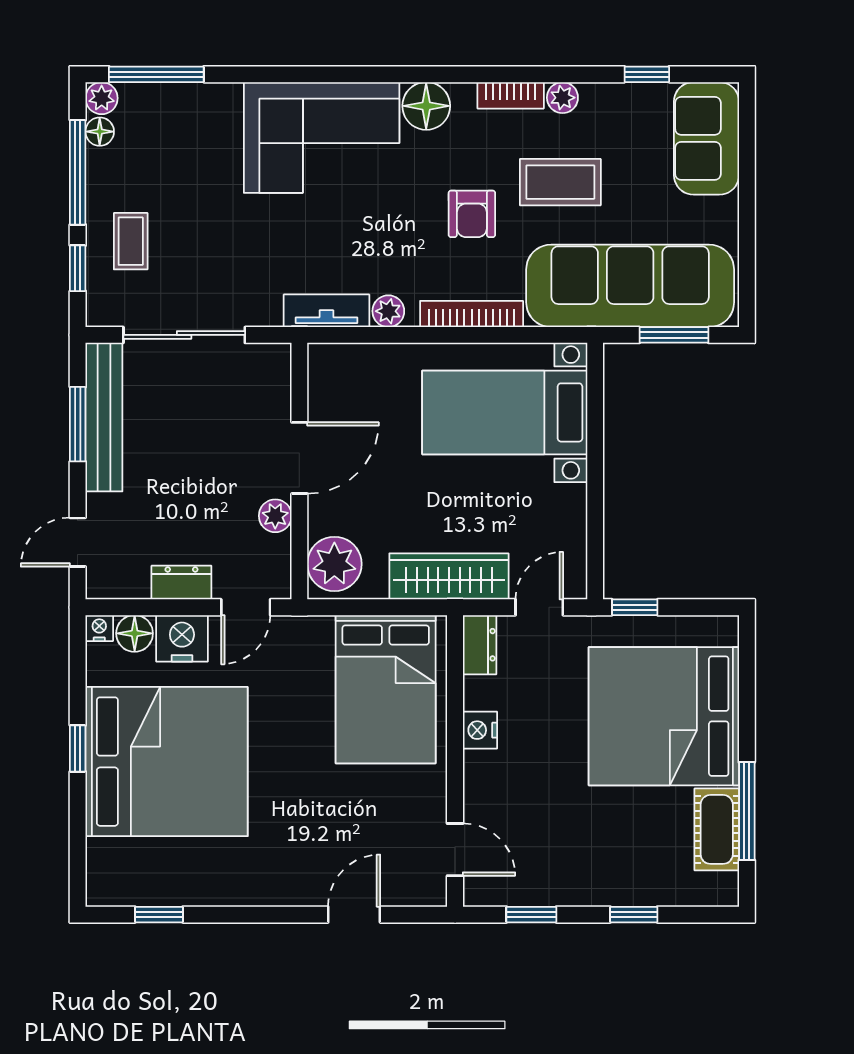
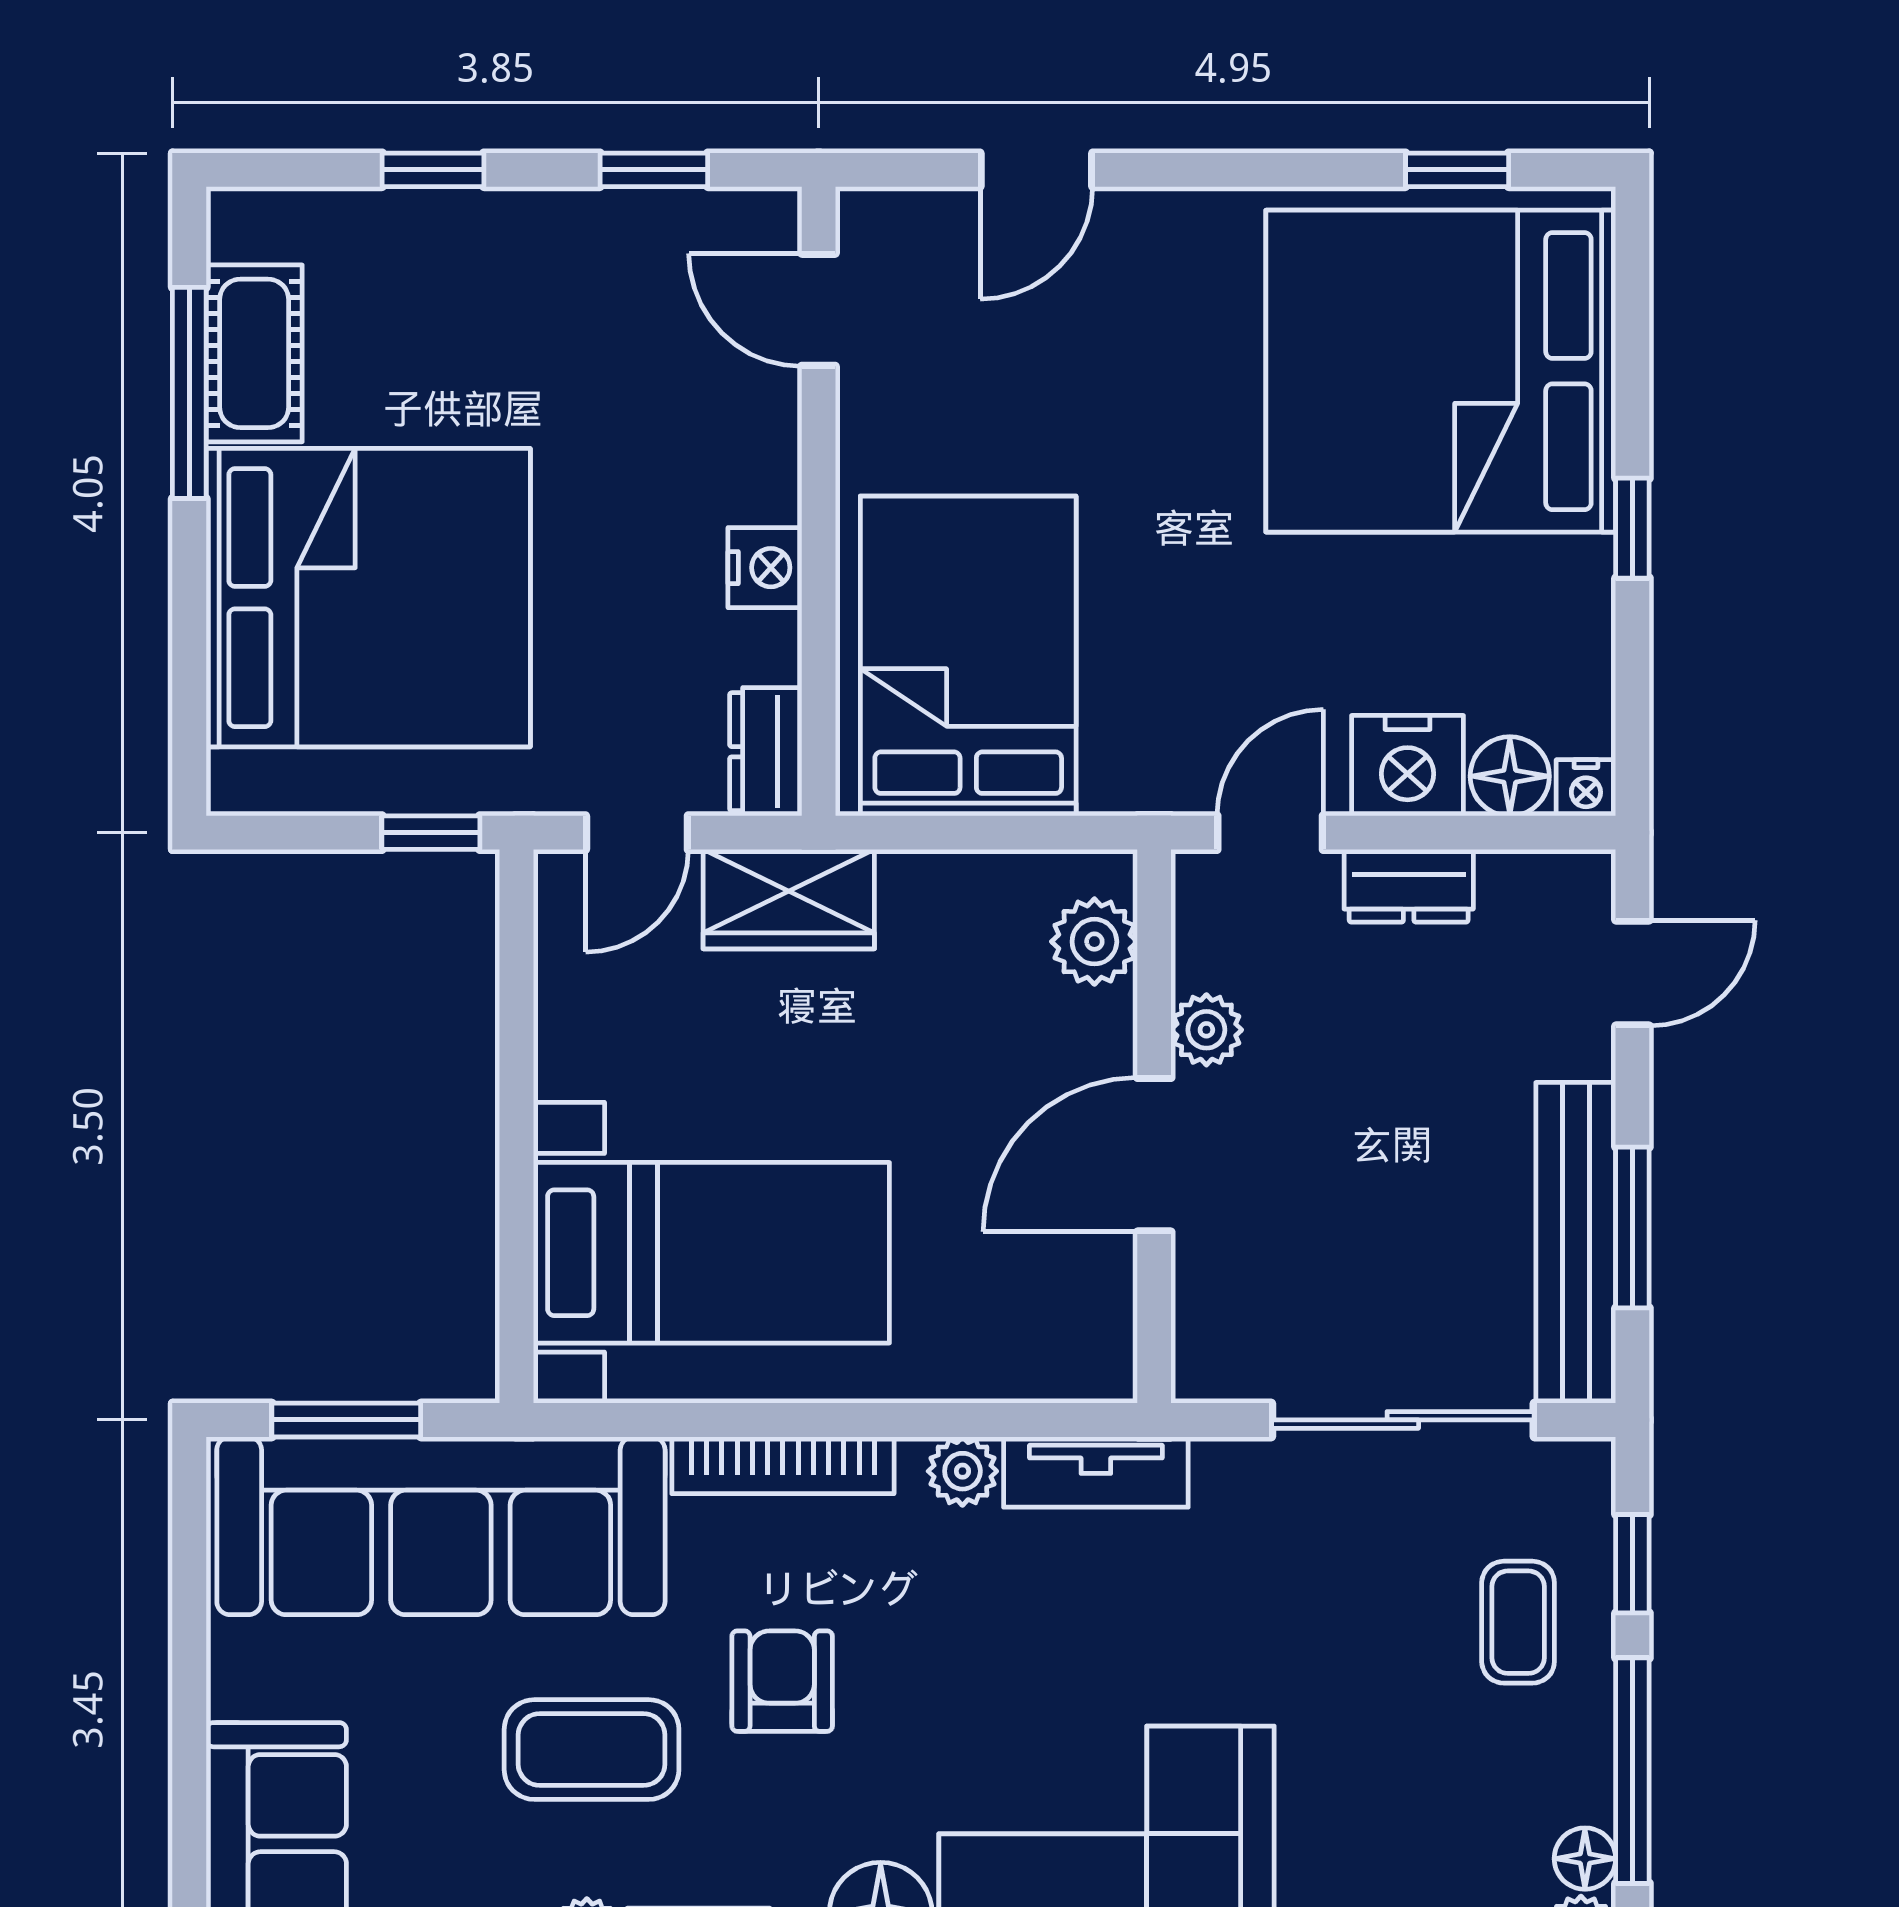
plant: (334, 564) -> (1094, 942), width x0.73, depth x0.73
wardrobe: (449, 576) -> (789, 899), width x0.67
bed: (167, 762) -> (1441, 371), moved

